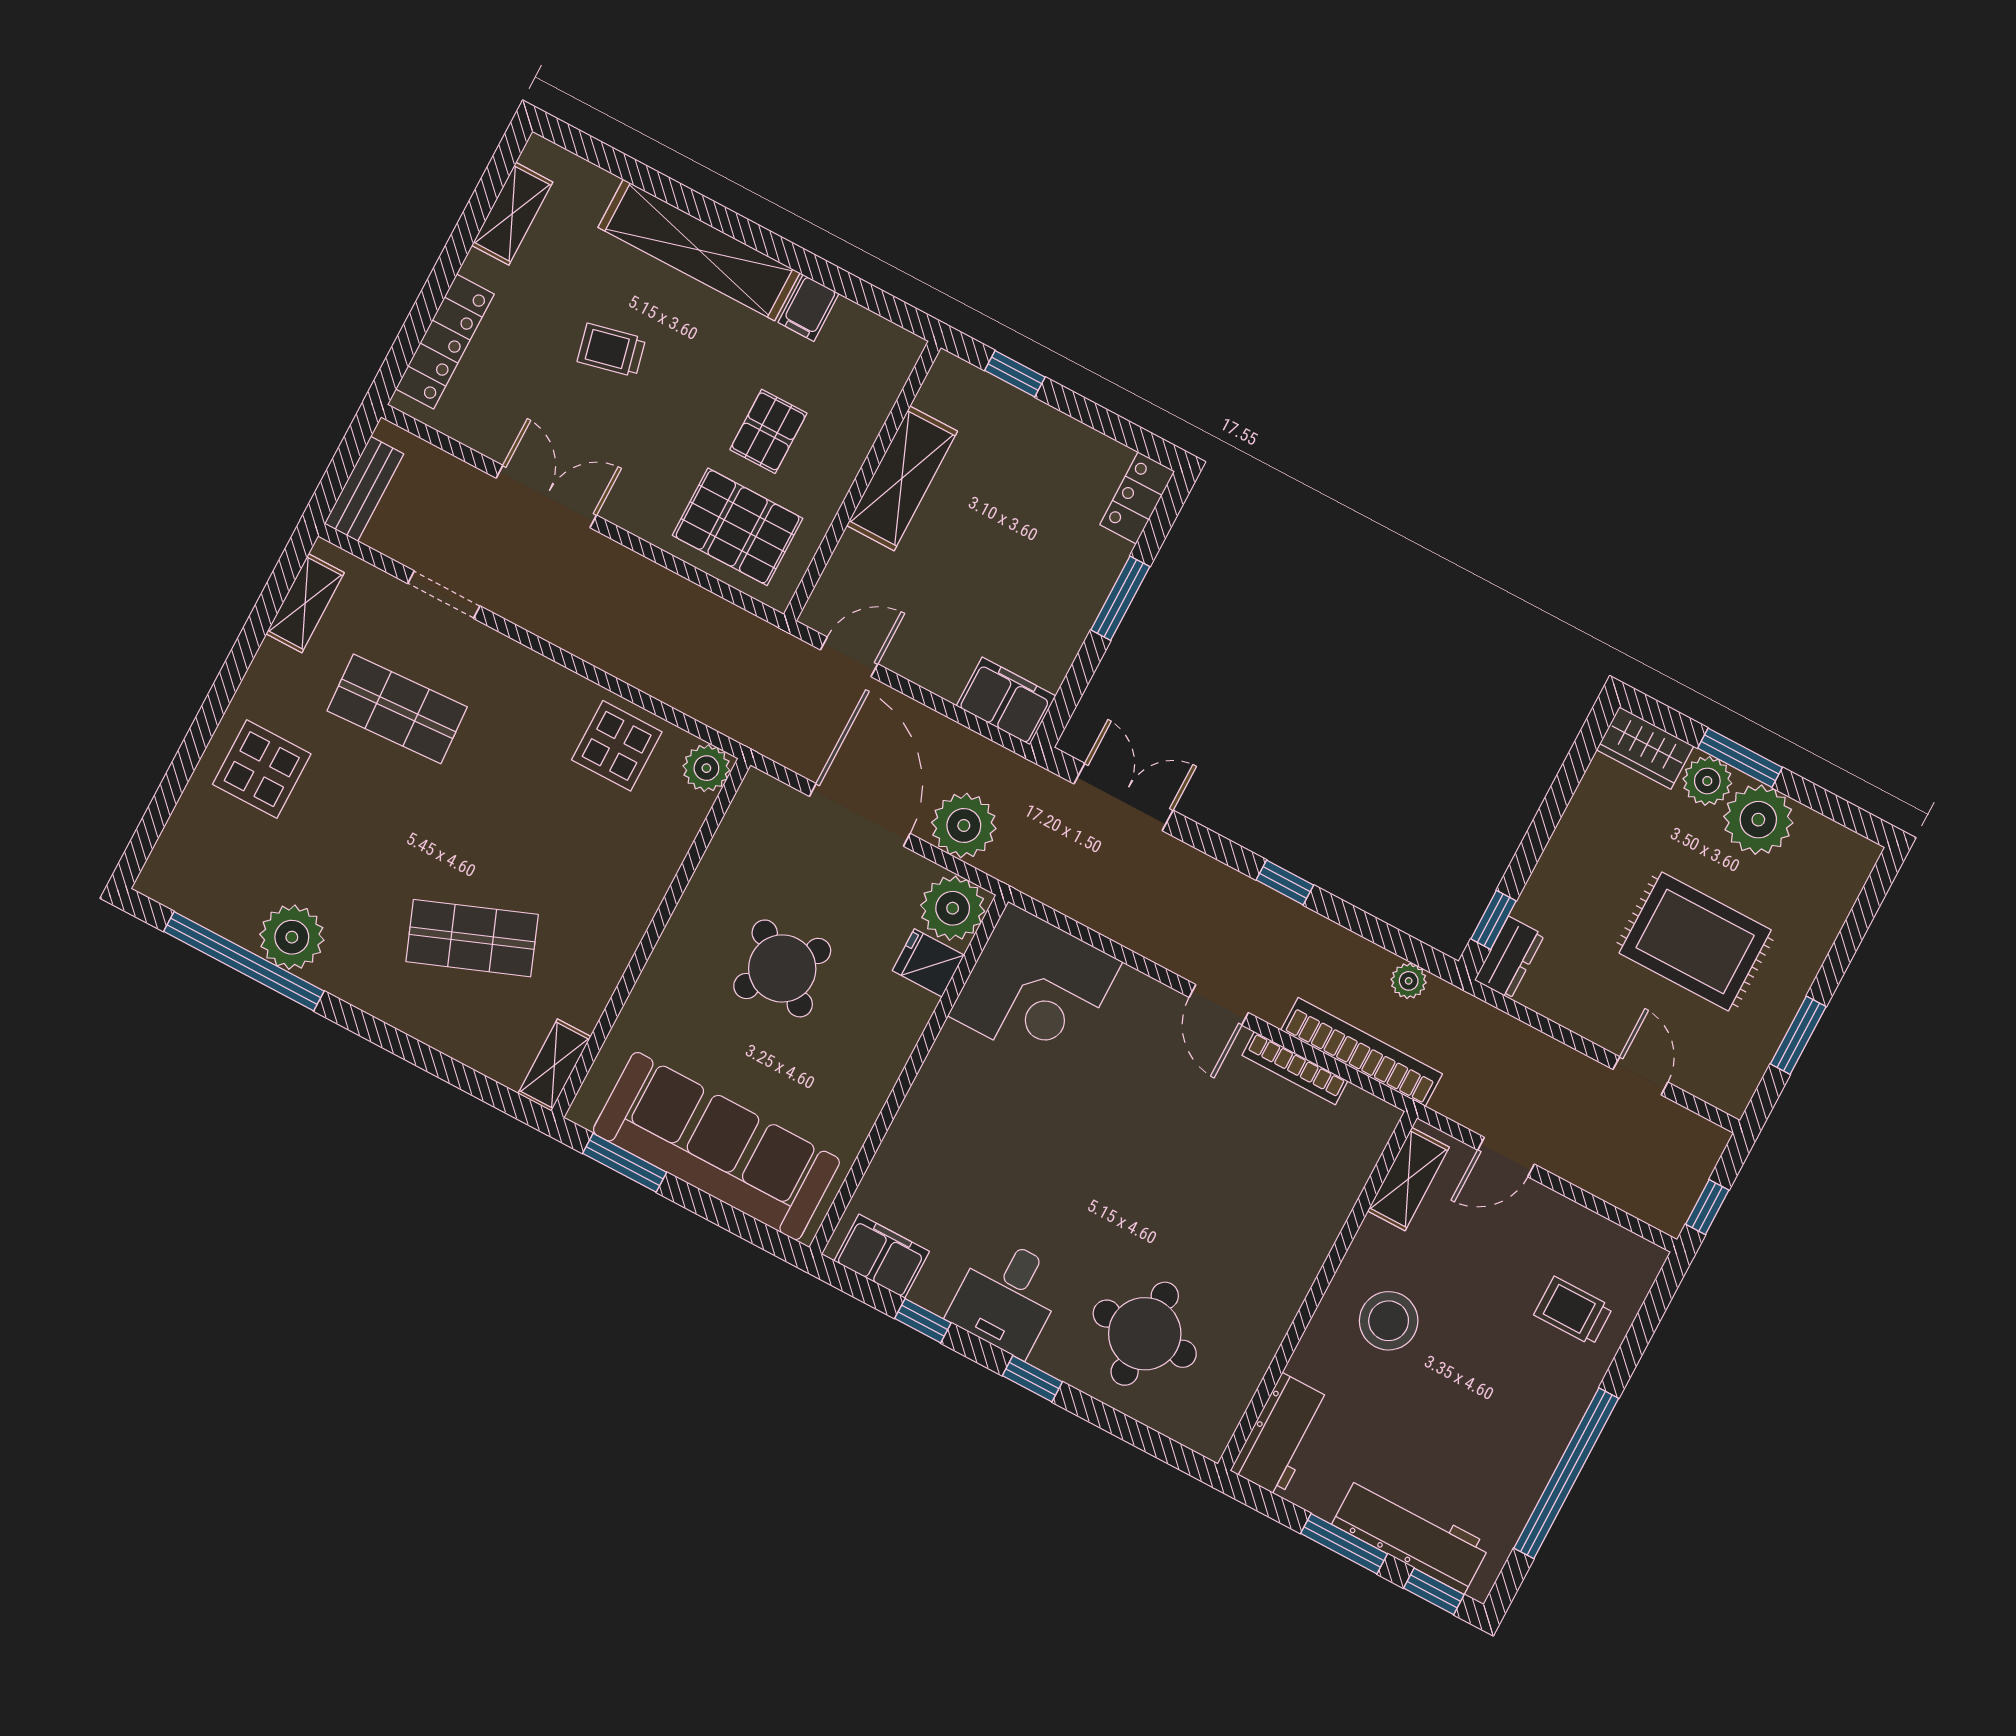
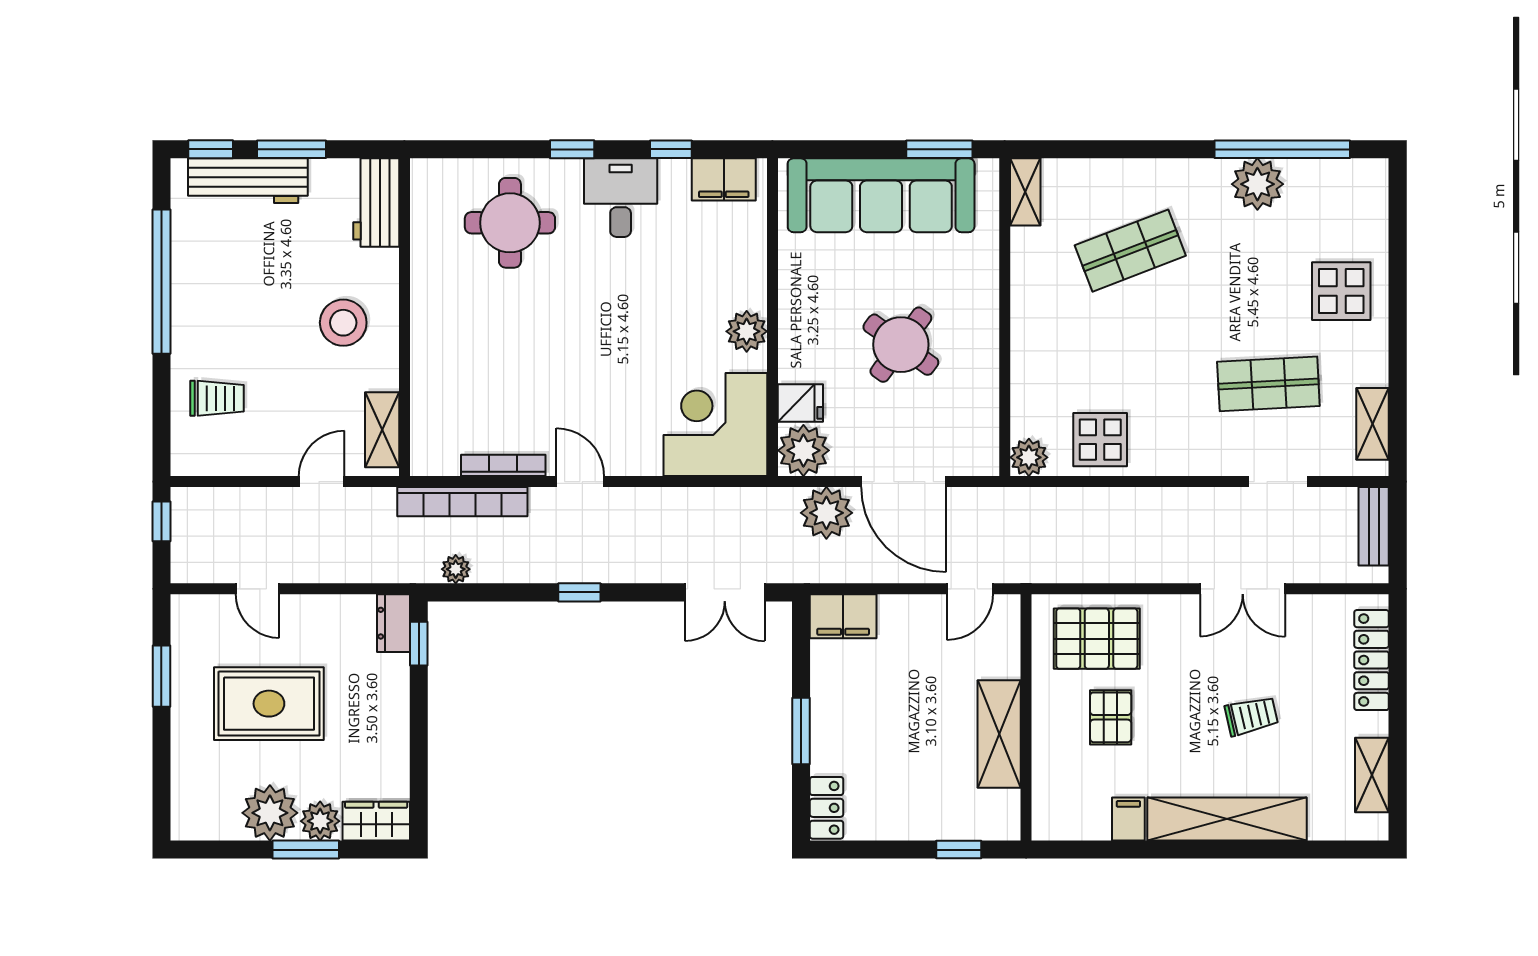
plant: (946, 1074) -> (747, 331), added

